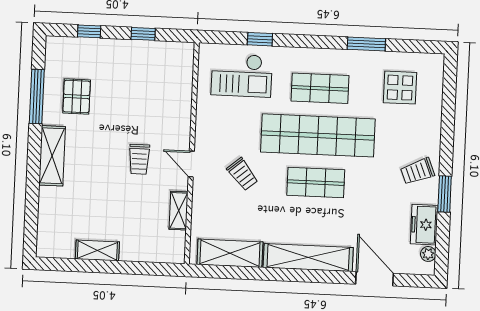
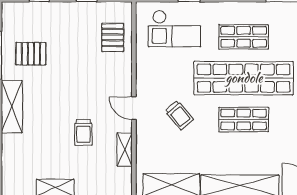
pallet: (171, 82) -> (113, 37), added
pallet: (77, 97) -> (31, 54), turned 90
trolley: (139, 159) -> (83, 133), moved

